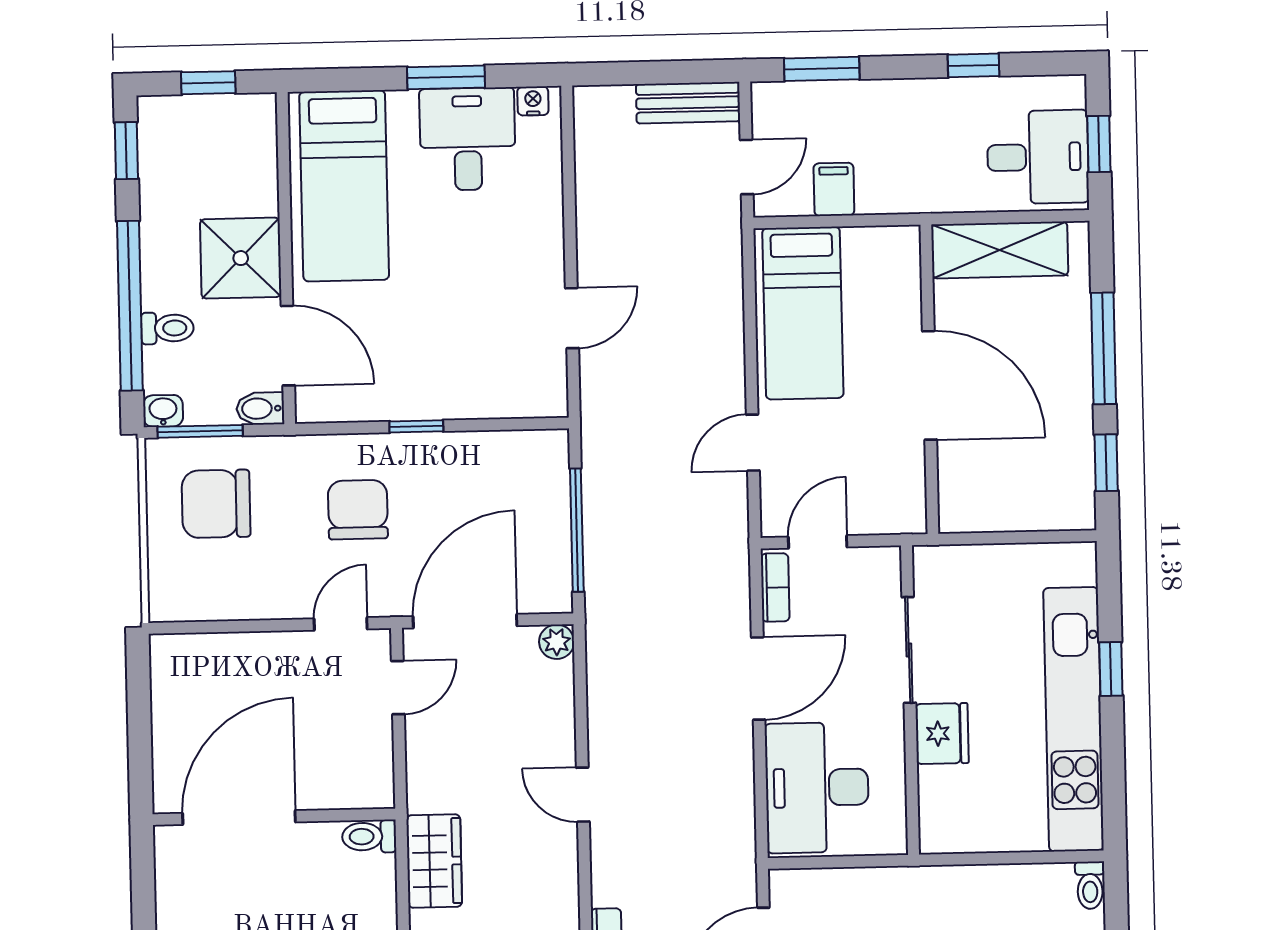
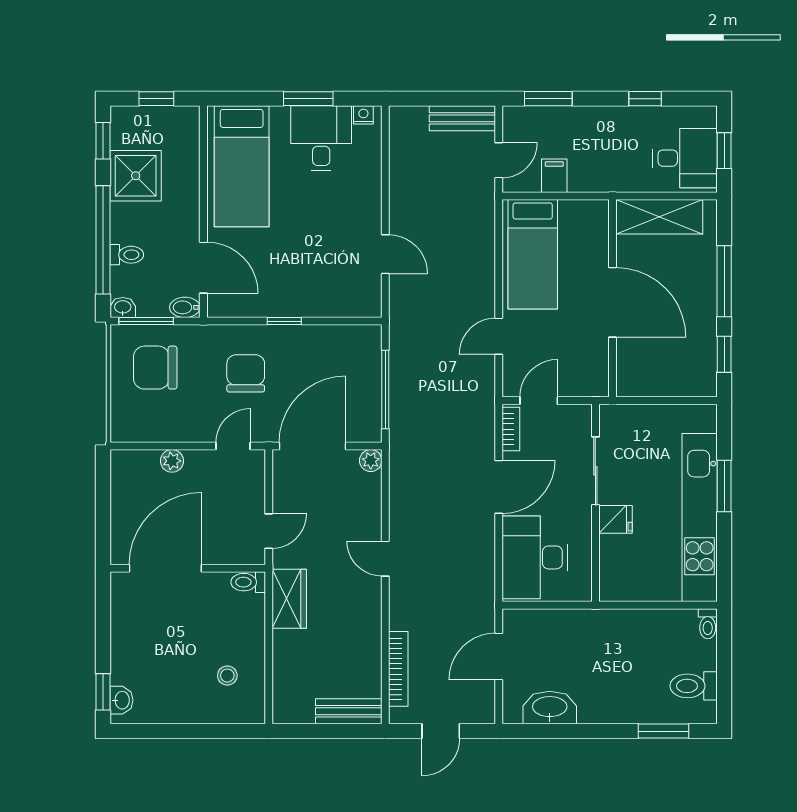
shower: (241, 258) -> (136, 176), moved
door: (572, 318) -> (385, 254), hinge flipped
plant: (246, 649) -> (172, 461), added
window: (1111, 669) -> (724, 486), width x1.50
door: (398, 688) -> (269, 531), moved
fridge: (942, 734) -> (615, 519), width x0.72

